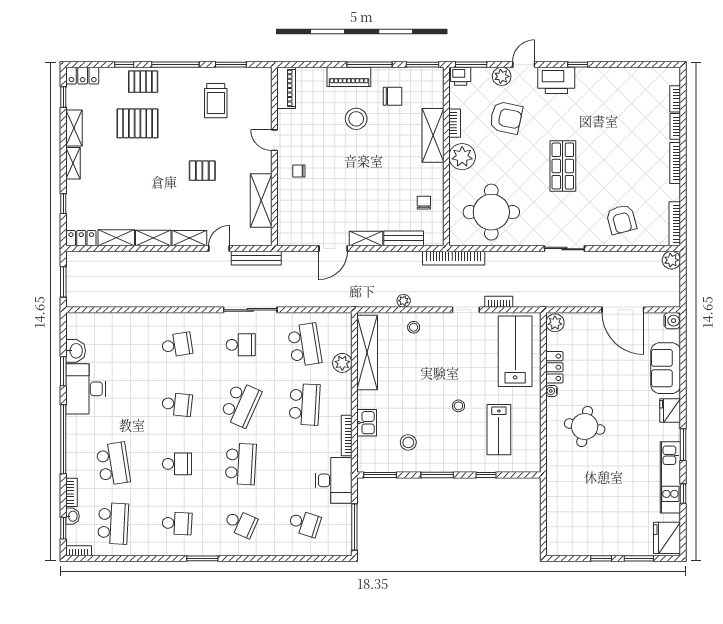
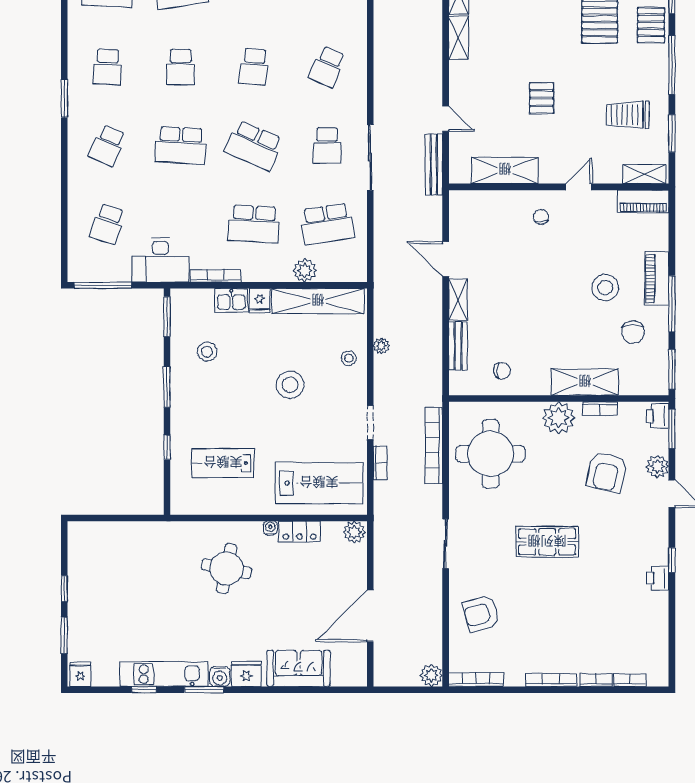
printer: (556, 80) -> (658, 578), moved, width x0.53, depth x0.68
shelving: (189, 238) -> (644, 174), moved, turned 90
bookcase: (454, 258) -> (434, 445), moved
water cooler: (672, 321) -> (220, 676), moved
school desk: (177, 345) -> (327, 67), turned 33
fridge: (367, 400) -> (260, 301), added
stool: (458, 406) -> (290, 385), moved, width x1.89, depth x1.89
fridge: (667, 538) -> (80, 674), width x0.53, depth x0.75

